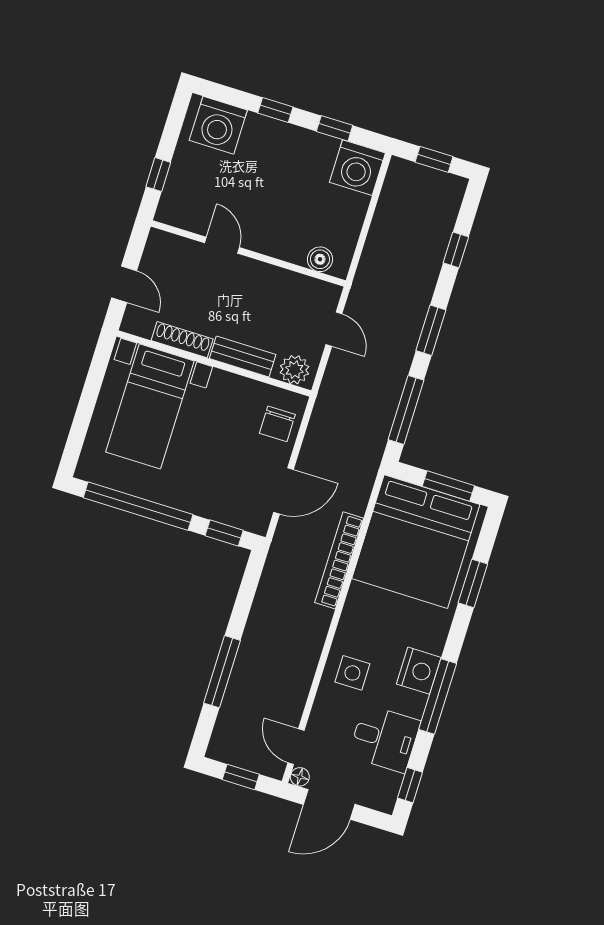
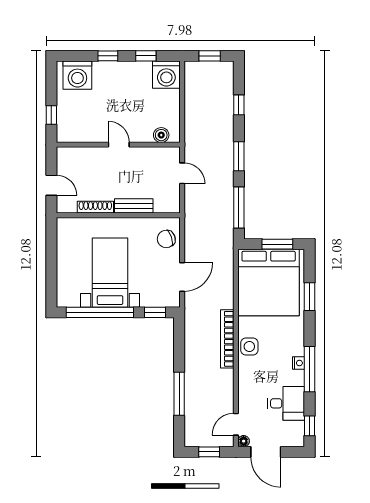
door: (222, 245) -> (119, 145), moved
plant: (294, 370) -> (166, 204), removed
bed with nightstands: (150, 406) -> (110, 273), moved, turned 180
chair: (277, 424) -> (166, 239), turned 71
bookcase: (339, 560) -> (227, 339), moved
nightstand: (419, 671) -> (298, 363), width x0.53, depth x0.56
side table: (352, 673) -> (249, 346), moved
door: (296, 747) -> (236, 424), hinge flipped
door: (329, 804) -> (266, 452), hinge flipped

